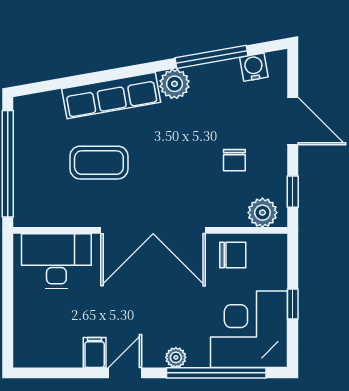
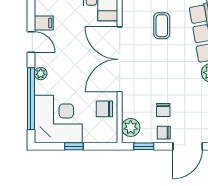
chair: (271, 159) -> (164, 133), added
chair: (234, 160) -> (163, 110), turned -90
coffee table: (99, 163) -> (162, 26), width x0.73, depth x0.77
chair: (233, 255) -> (104, 109), turned 90

